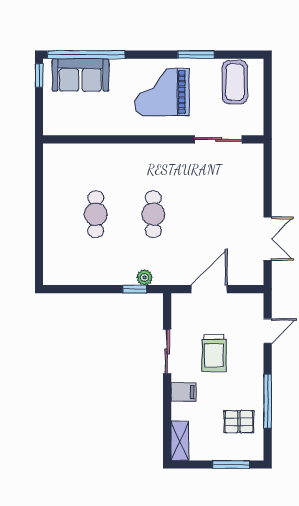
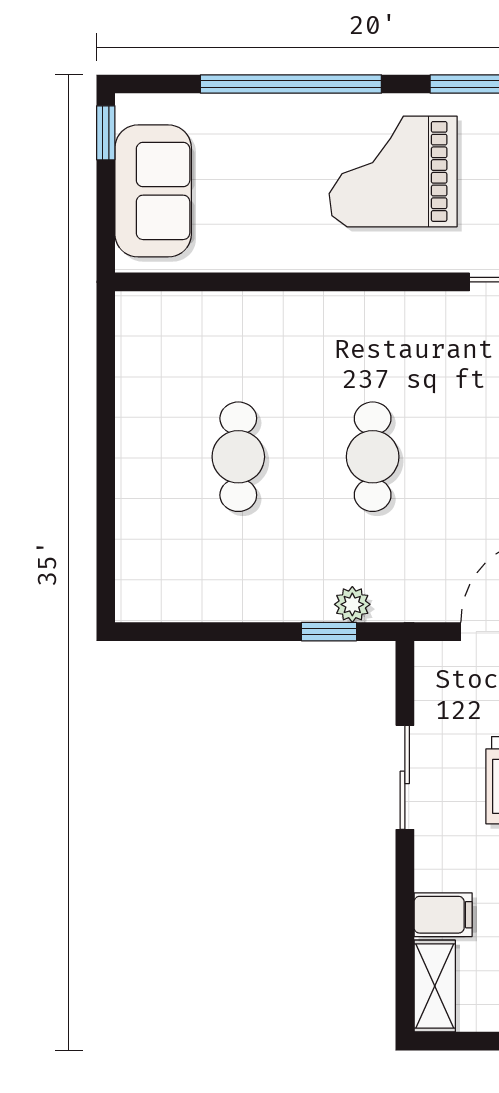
window: (86, 55) -> (291, 84), moved
sofa: (80, 75) -> (153, 191), moved, turned -90
filing cabinet: (183, 392) -> (443, 915), moved

